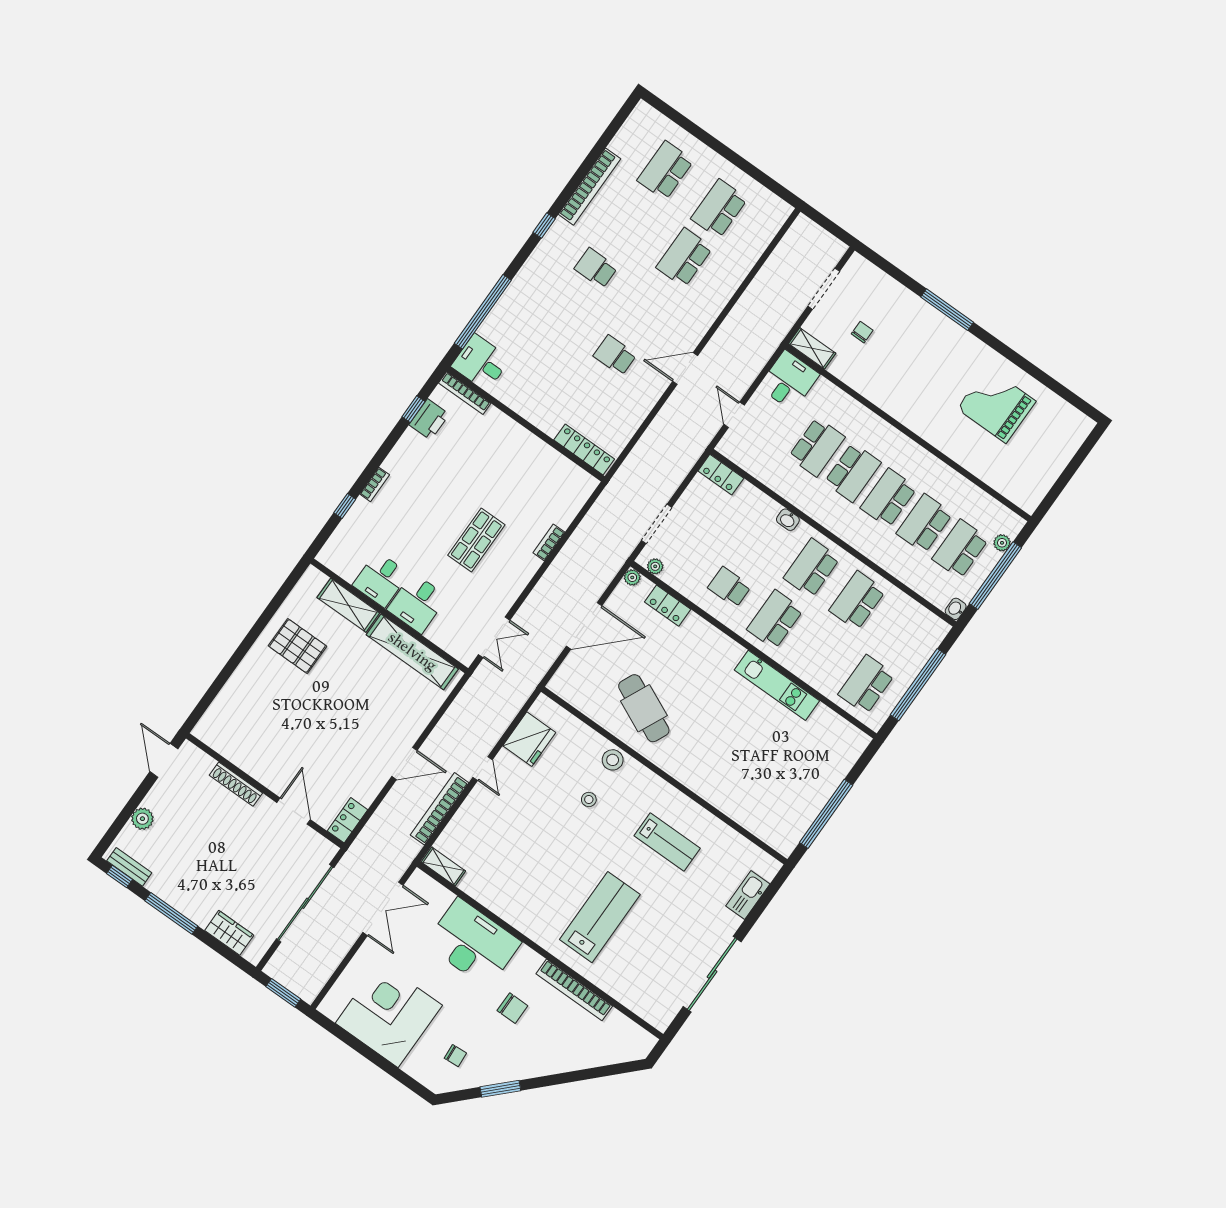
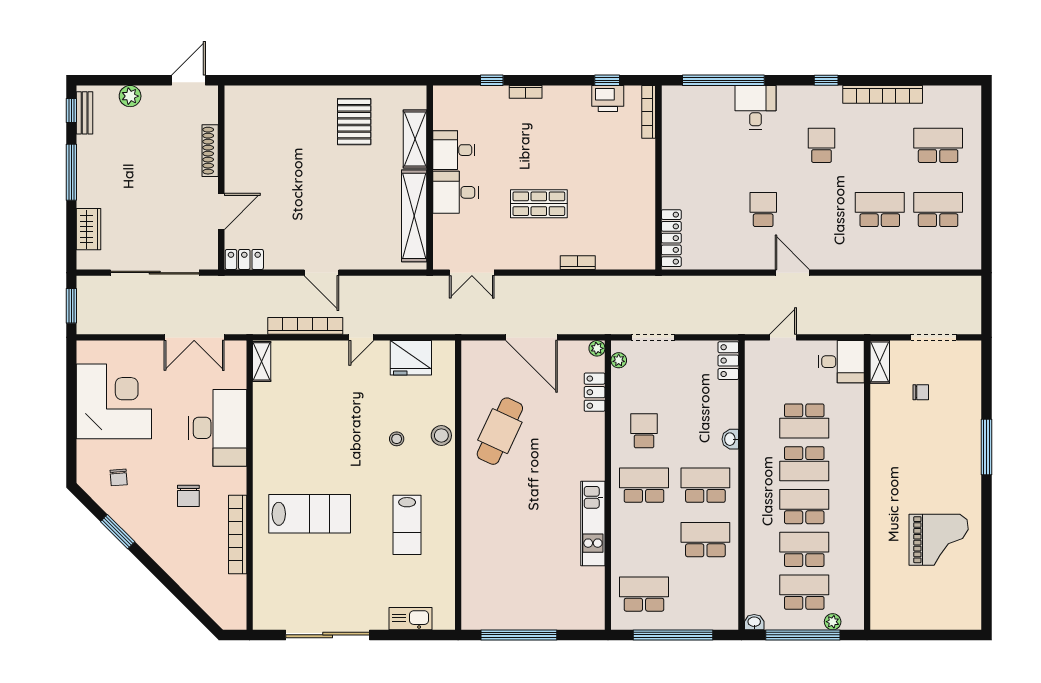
desk: (481, 363) -> (755, 107), moved
grand piano: (996, 405) -> (939, 540), turned 90

